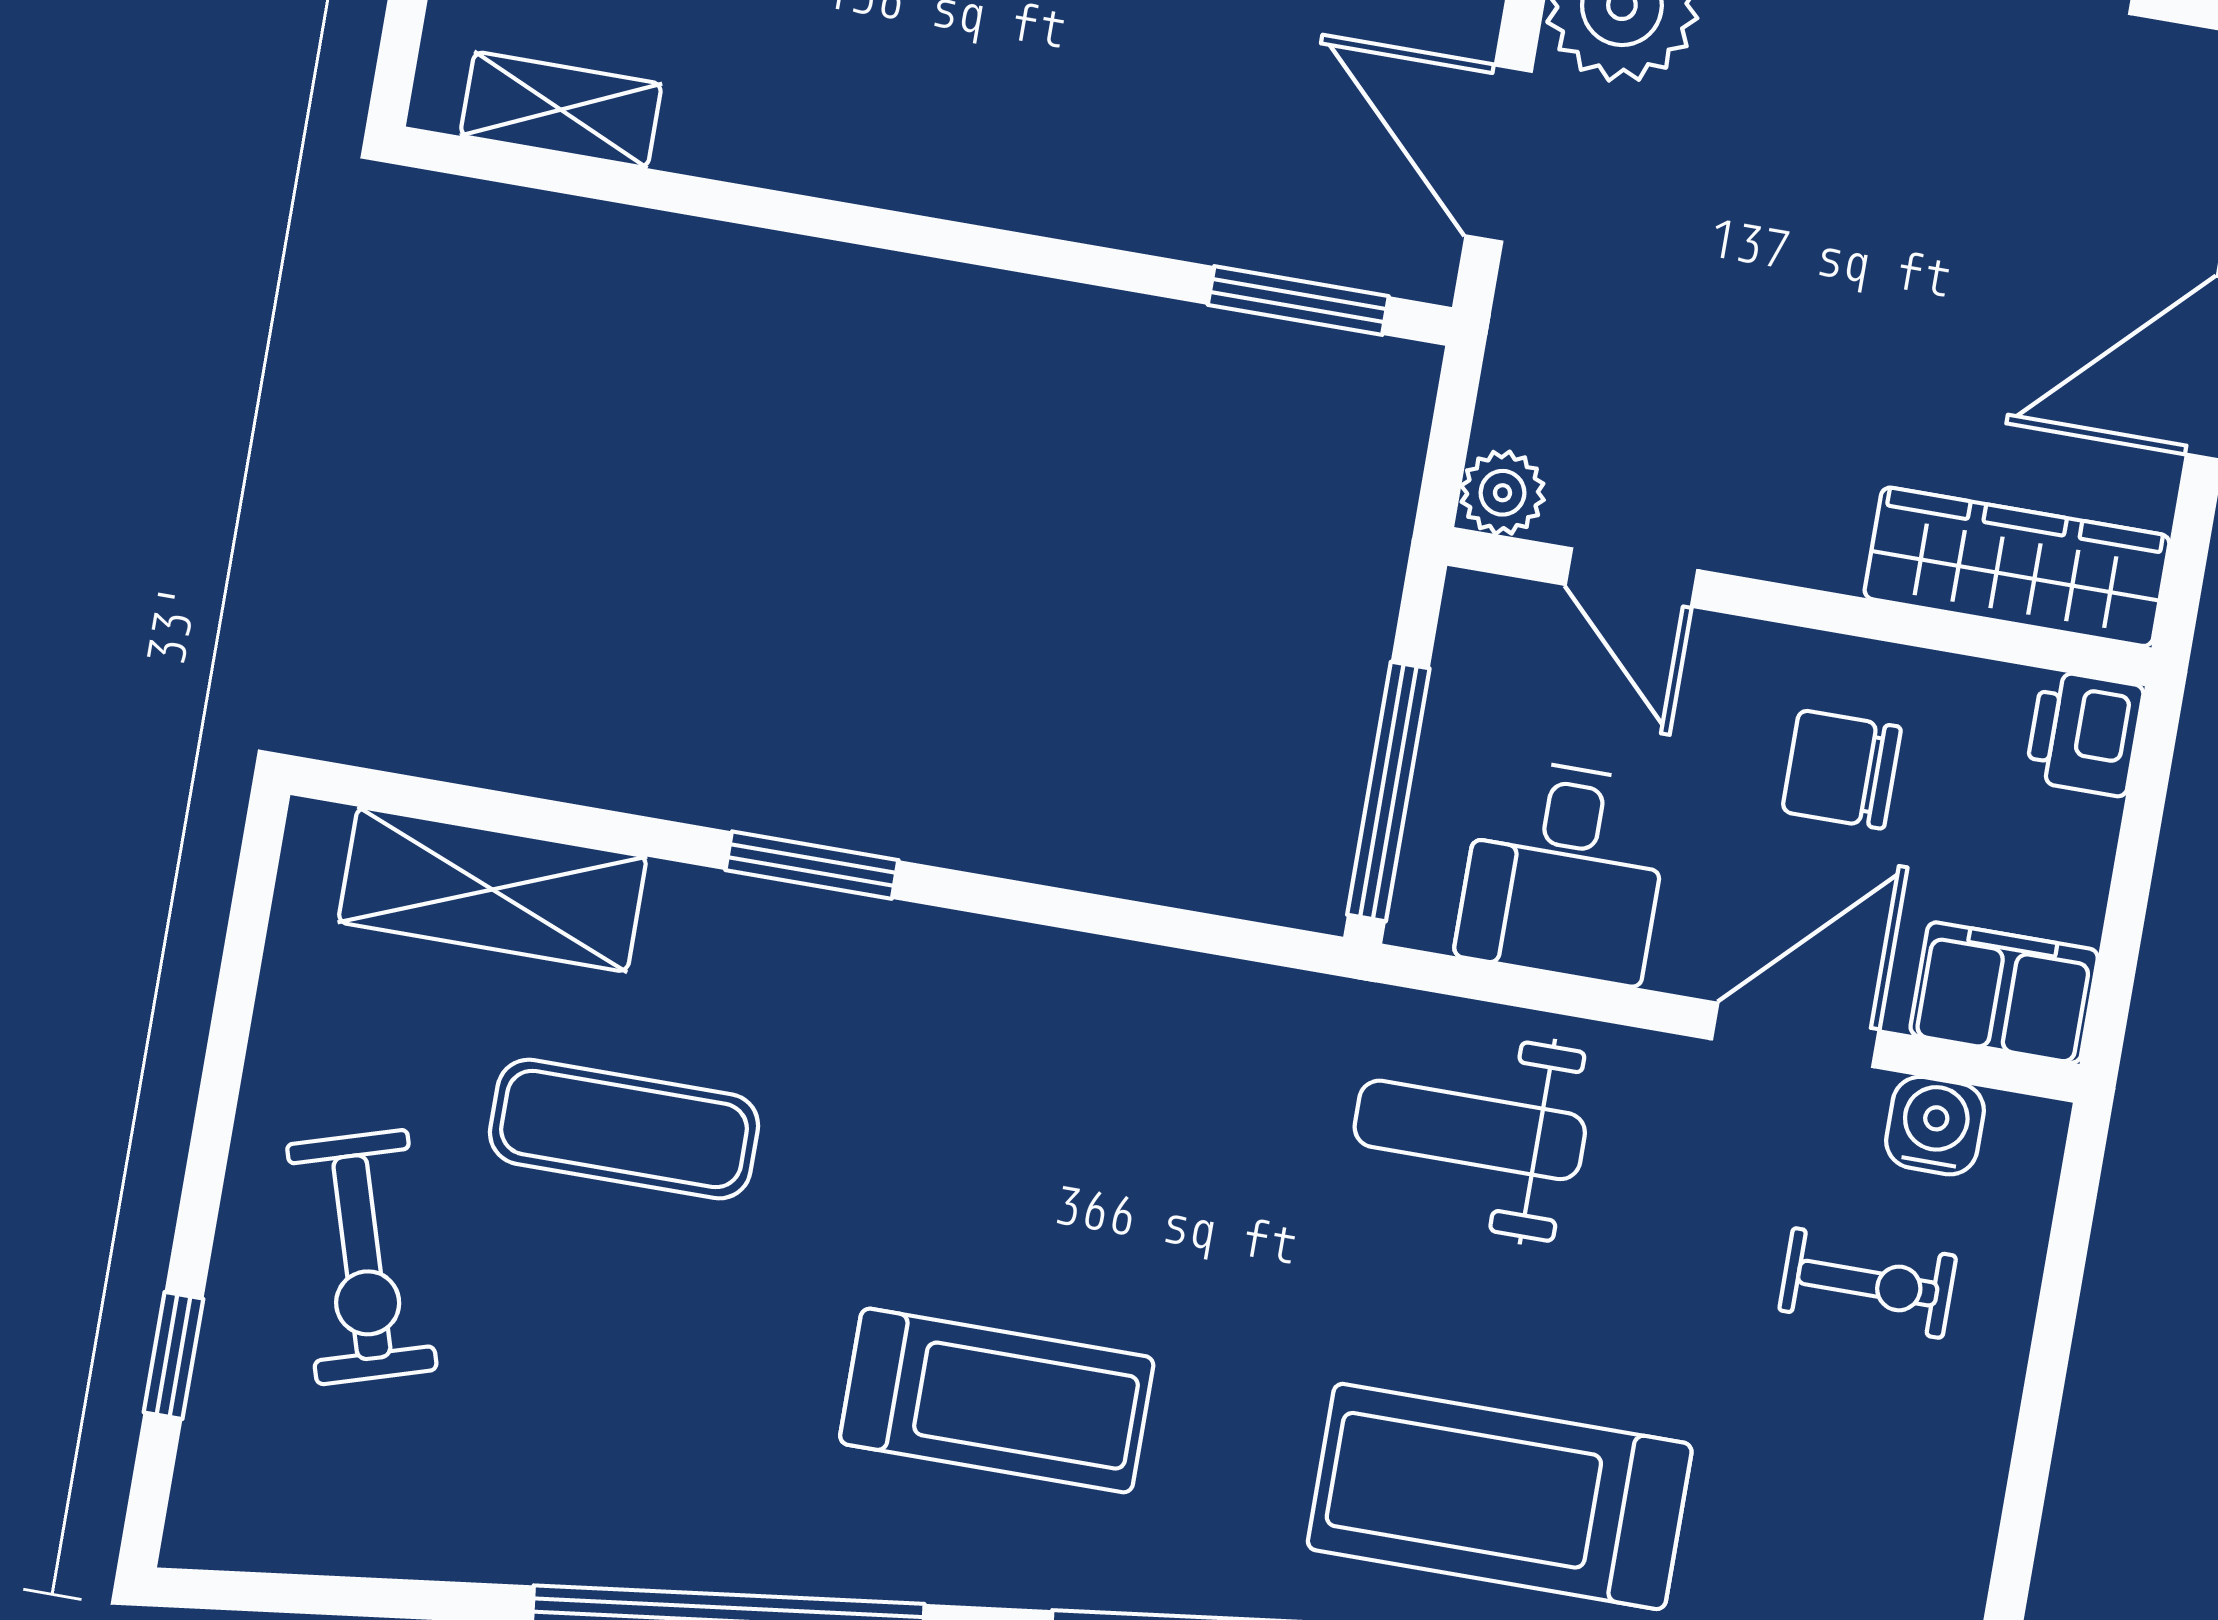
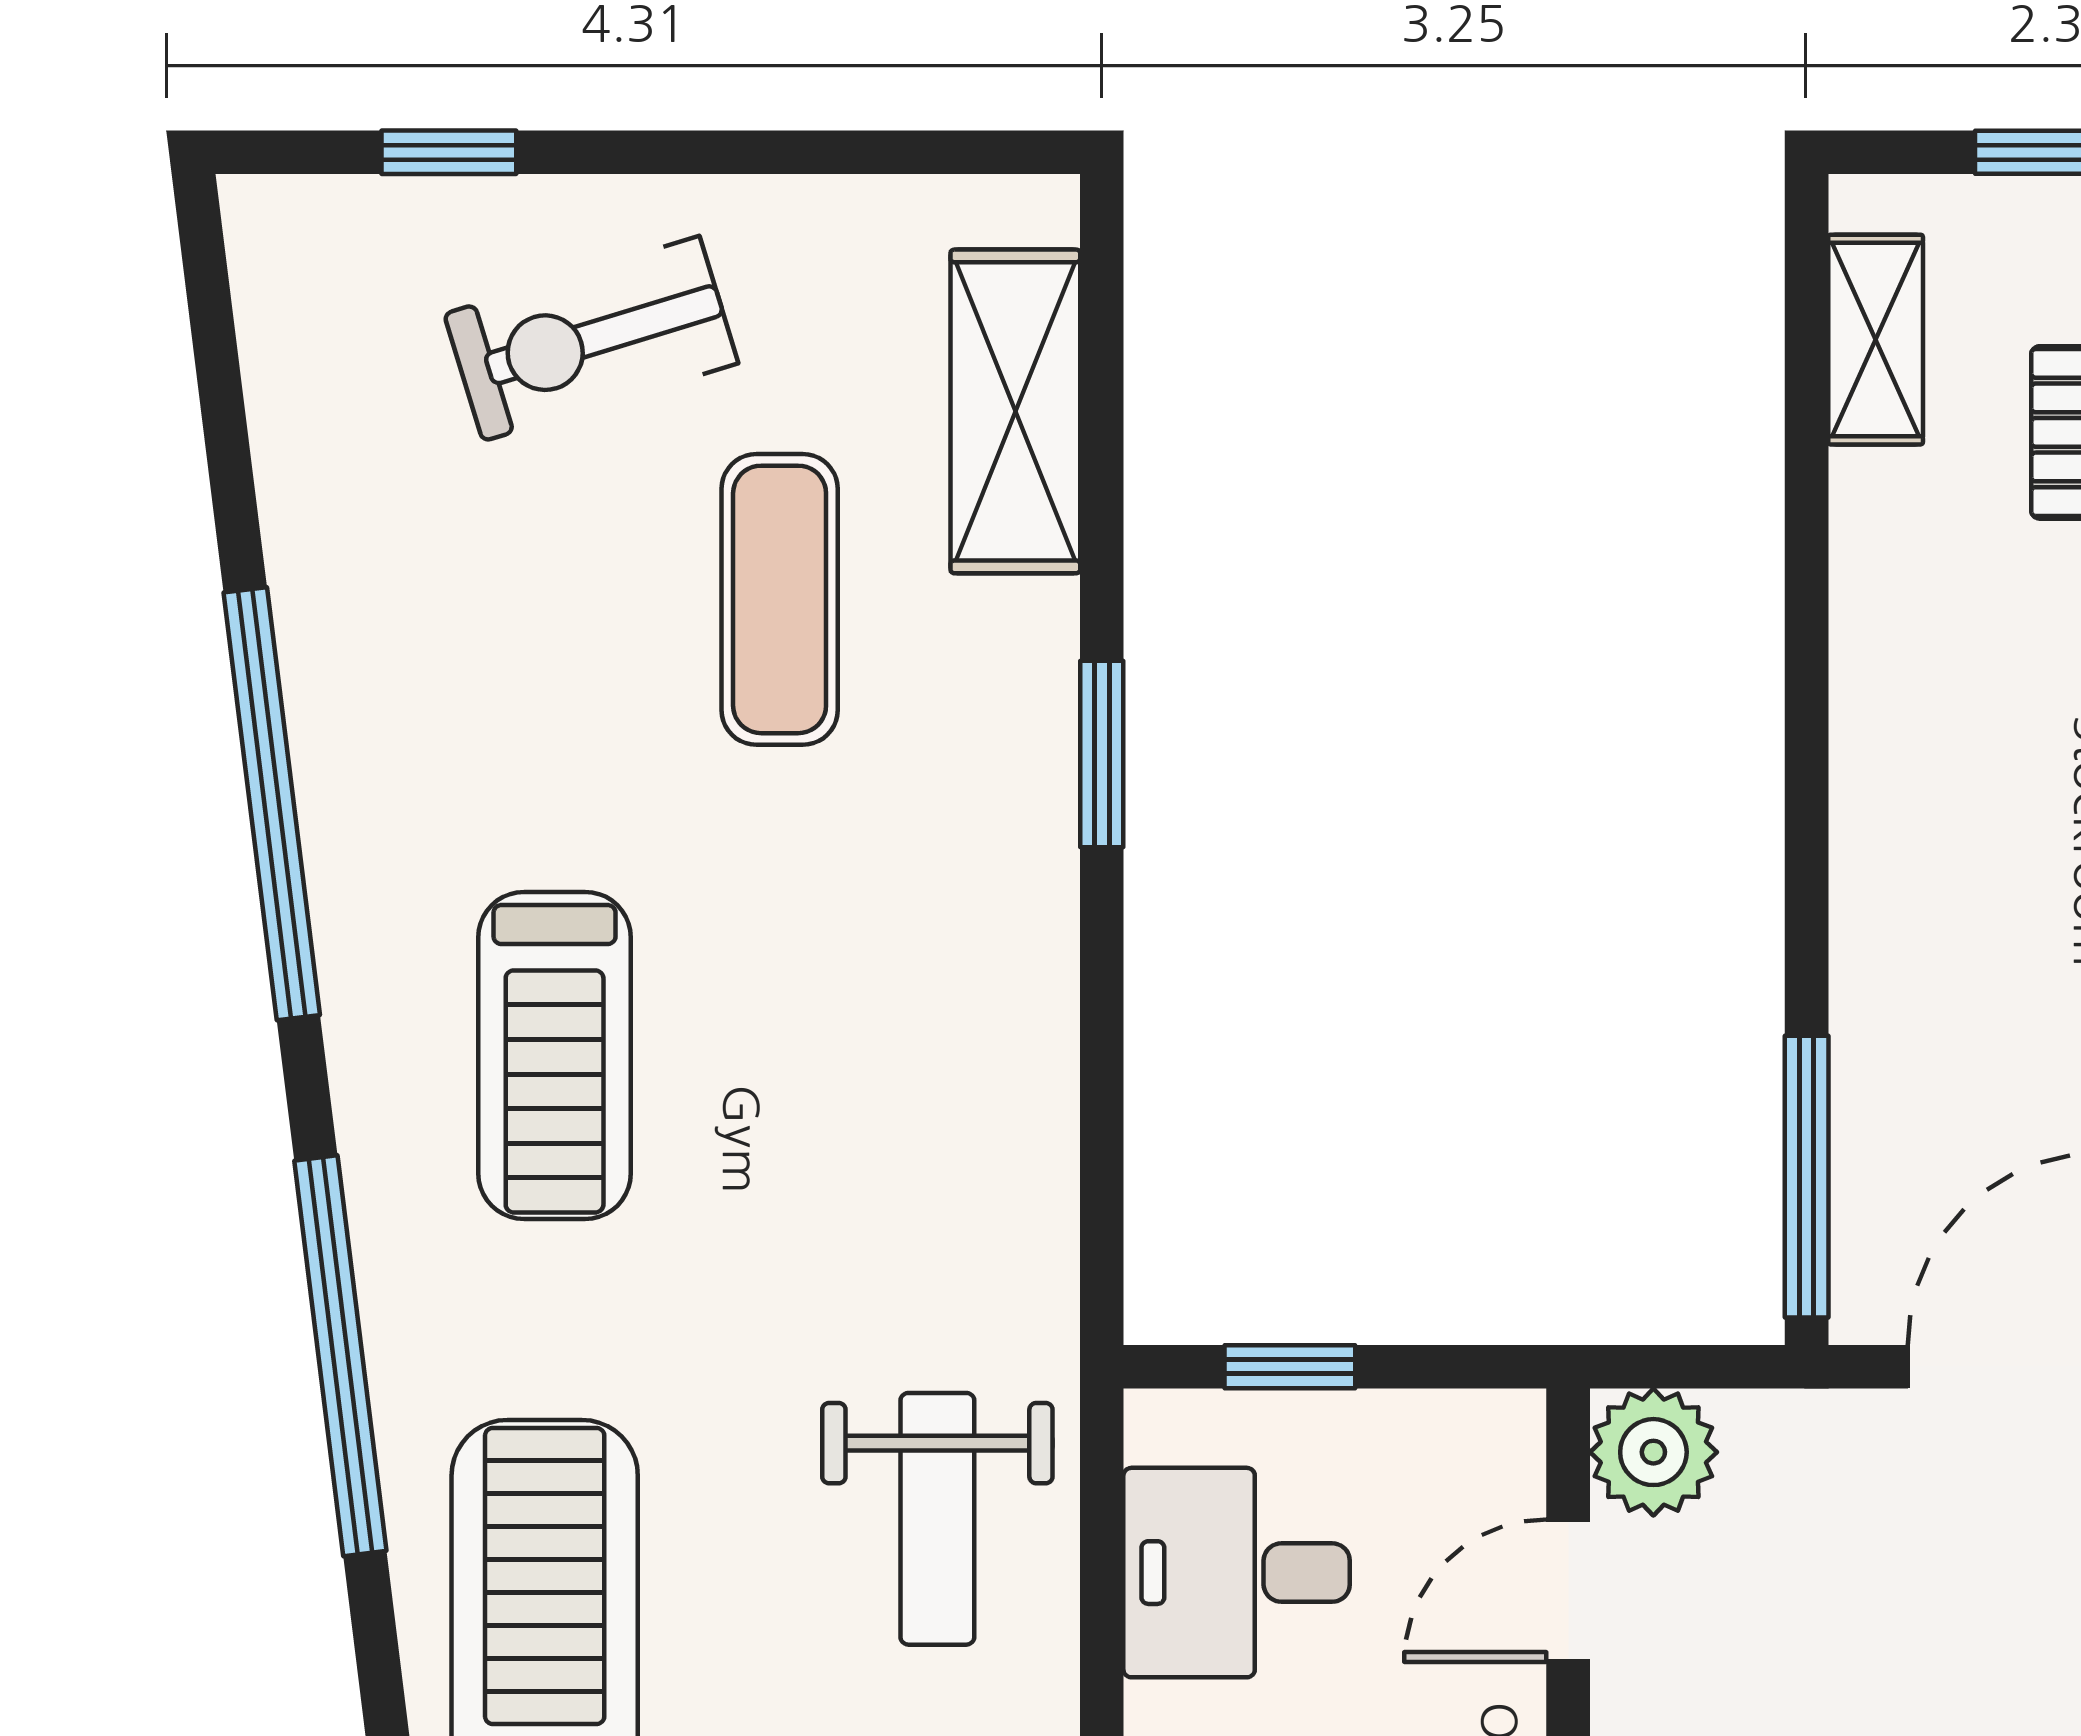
window: (1298, 301) -> (1807, 1177), width x1.44
plant: (1503, 493) -> (1653, 1452), width x1.38, depth x1.38
window: (1388, 792) -> (1290, 1367), width x0.46
weight bench: (1470, 1130) -> (937, 1519), turned 180

